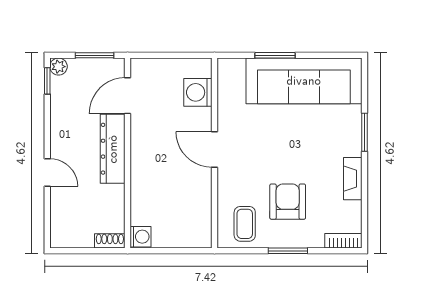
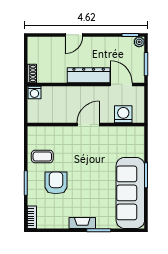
washing machine: (198, 92) -> (123, 114), moved
door: (214, 149) -> (88, 125), moved
wall: (214, 153) -> (86, 125), moved
fireplace: (353, 179) -> (82, 223), moved
armchair: (288, 202) -> (56, 183), turned -90

